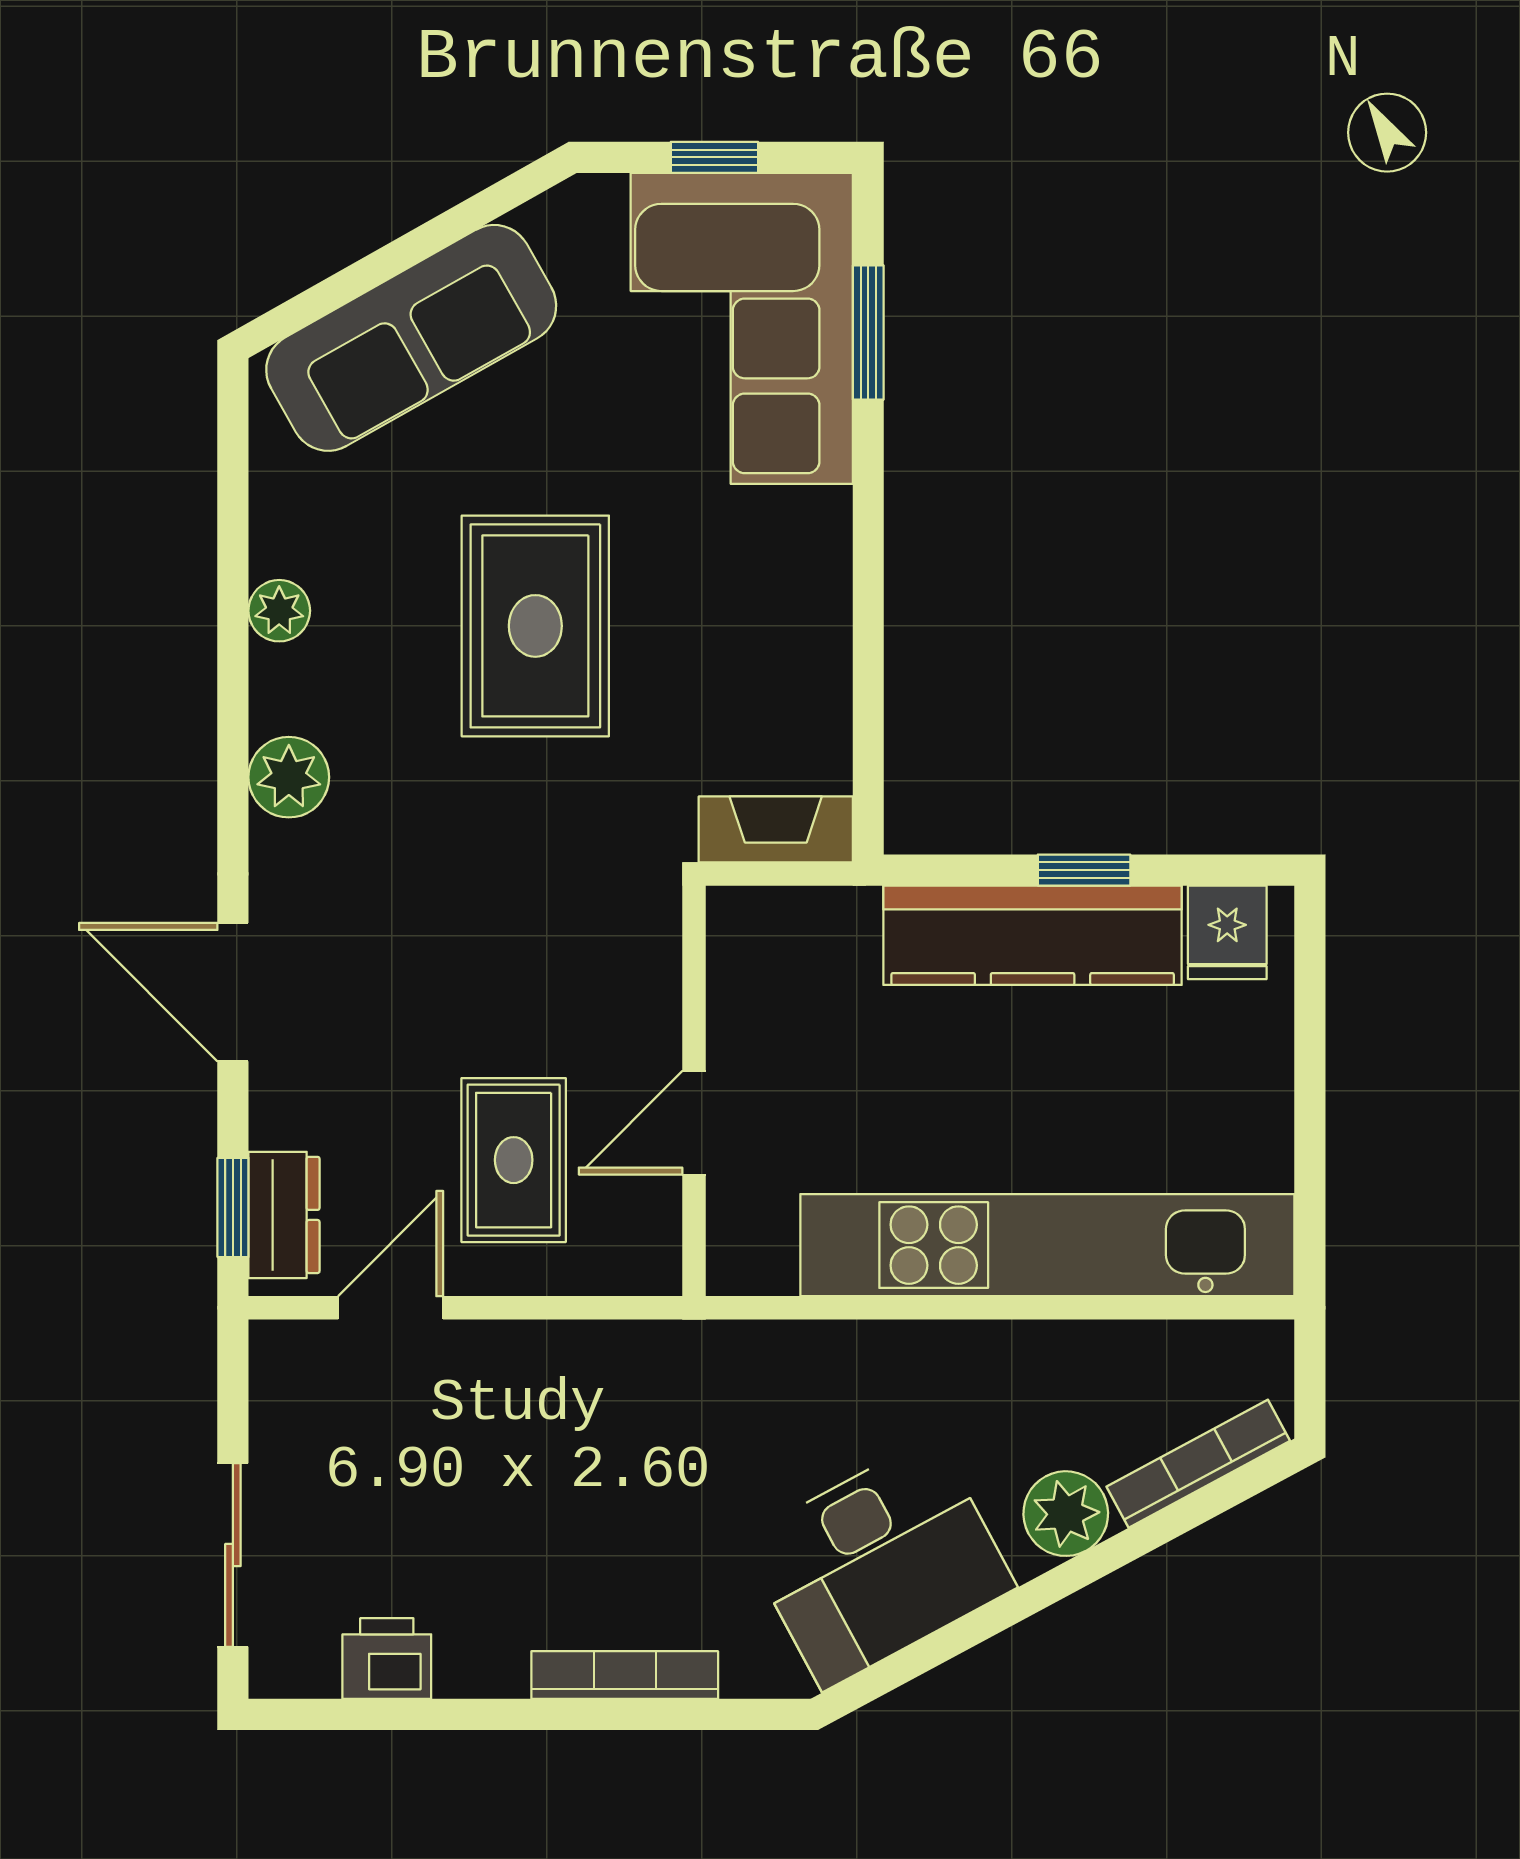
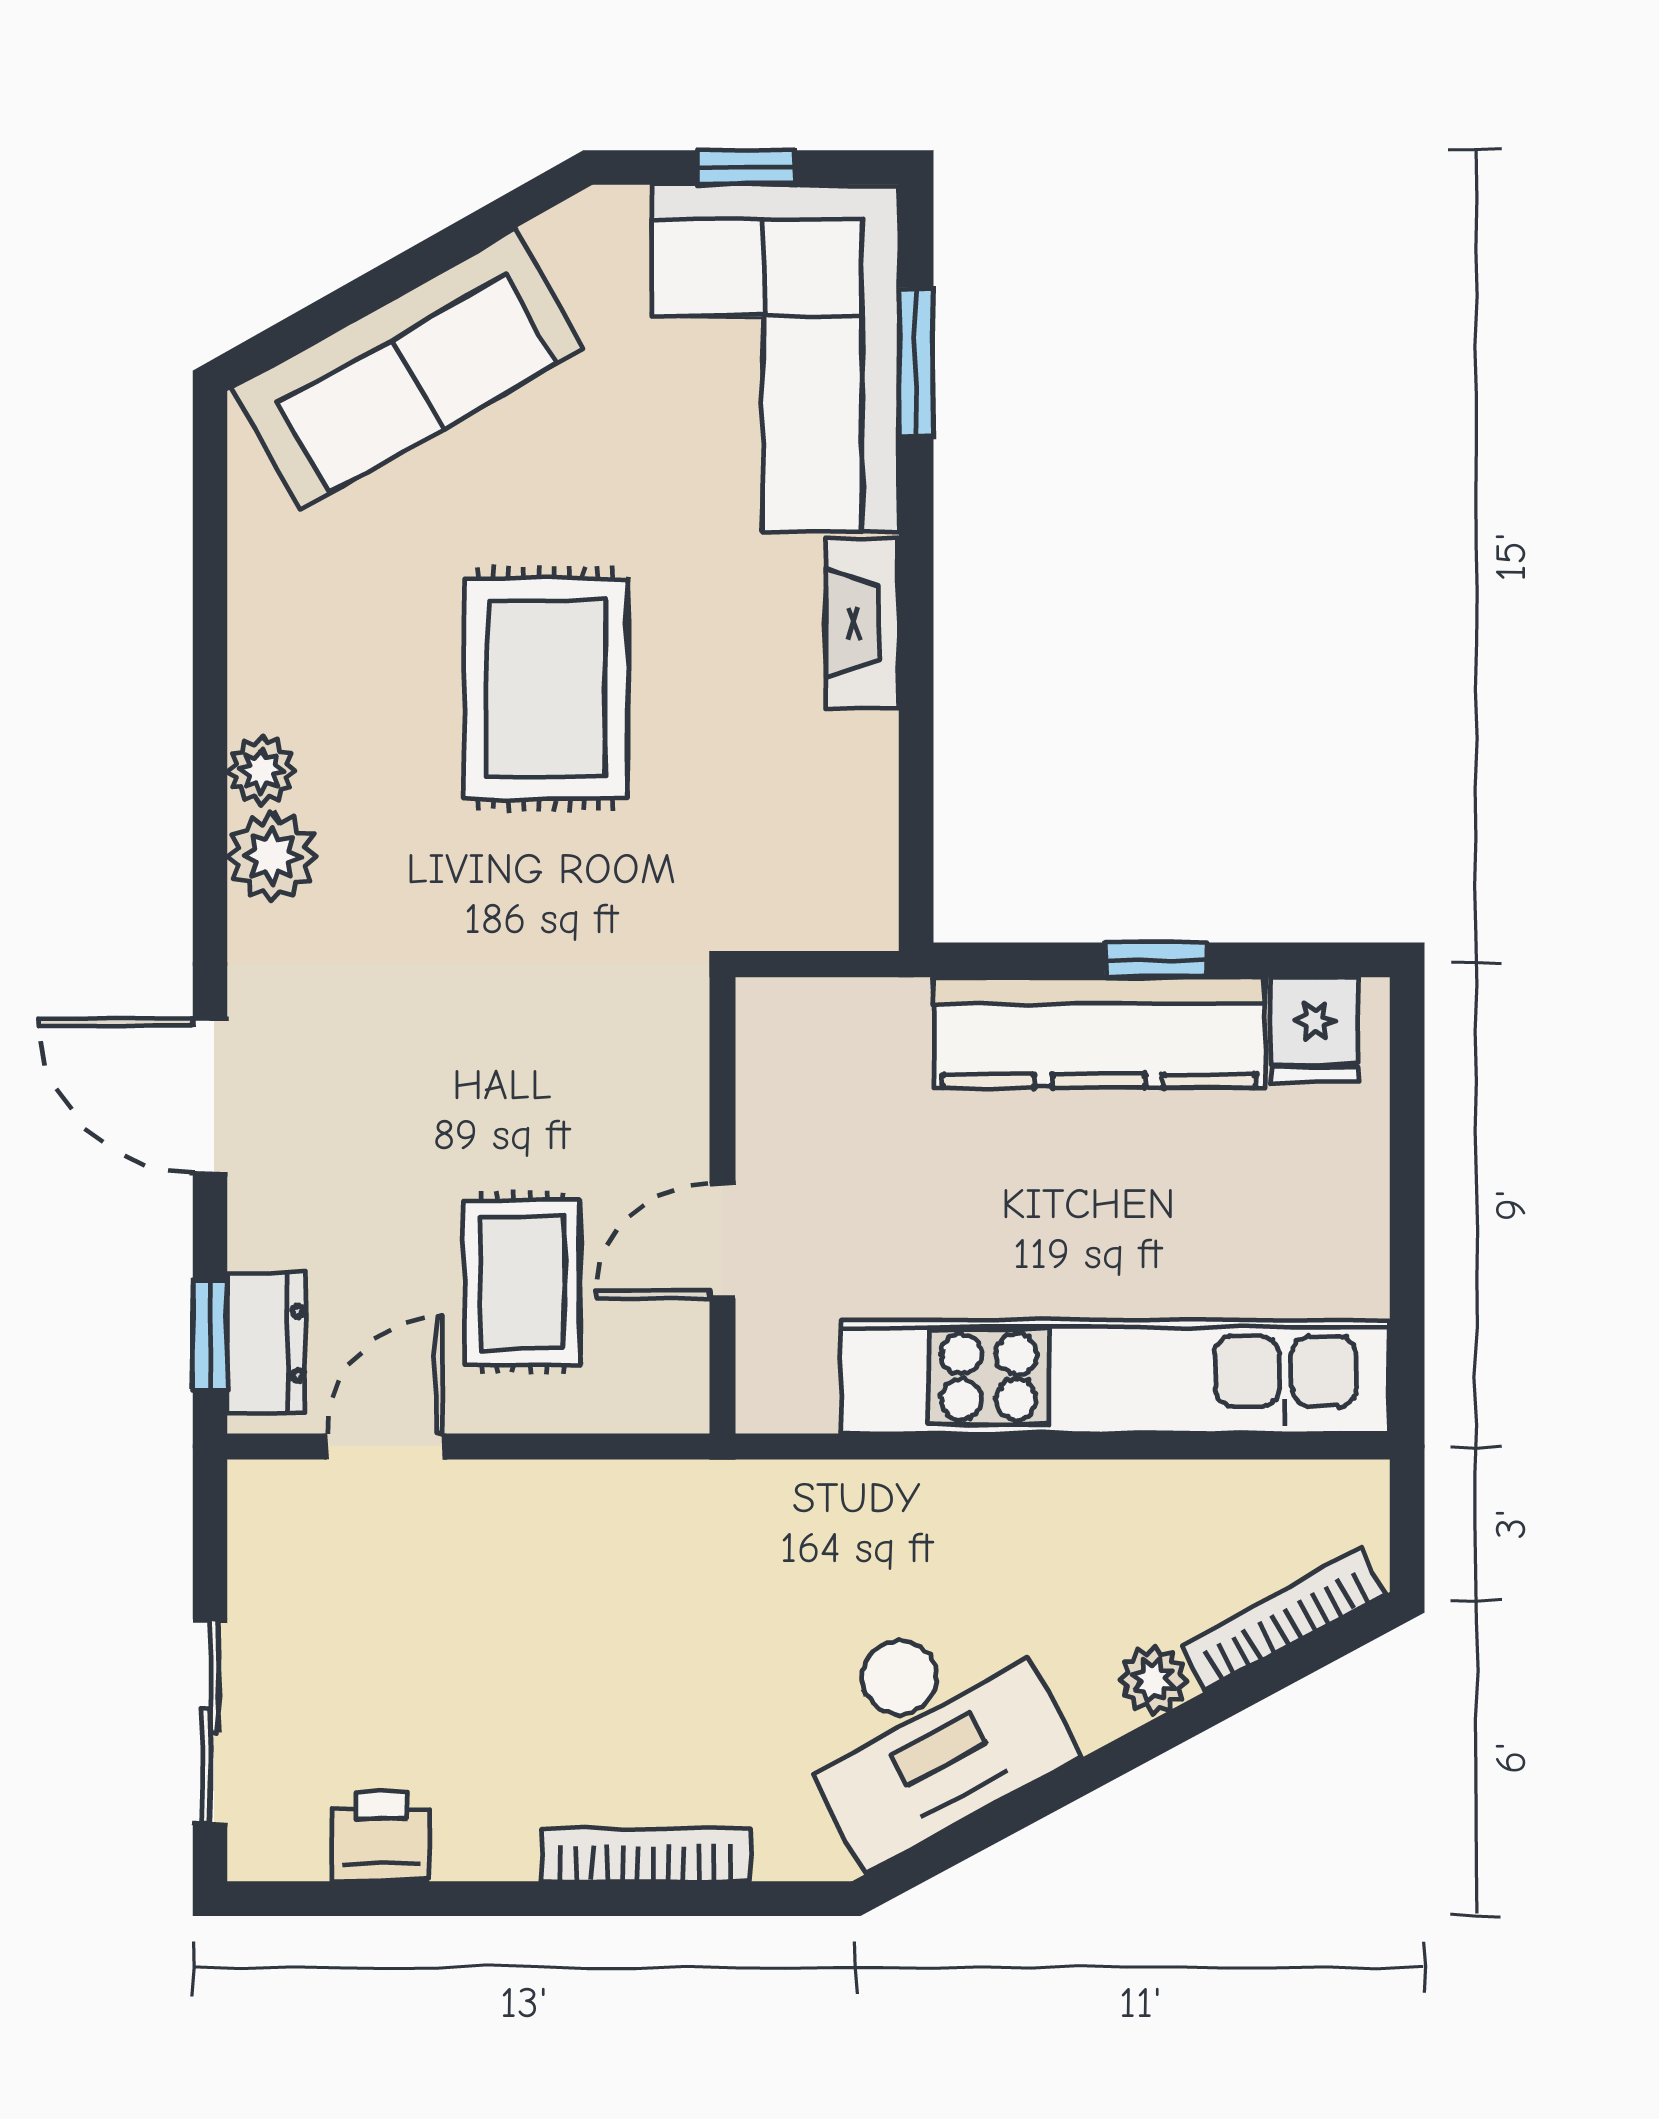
plant: (279, 611) -> (261, 771), moved
fireplace: (776, 829) -> (862, 623), moved, turned -90
plant: (1066, 1514) -> (1153, 1680), width x0.73, depth x0.73

